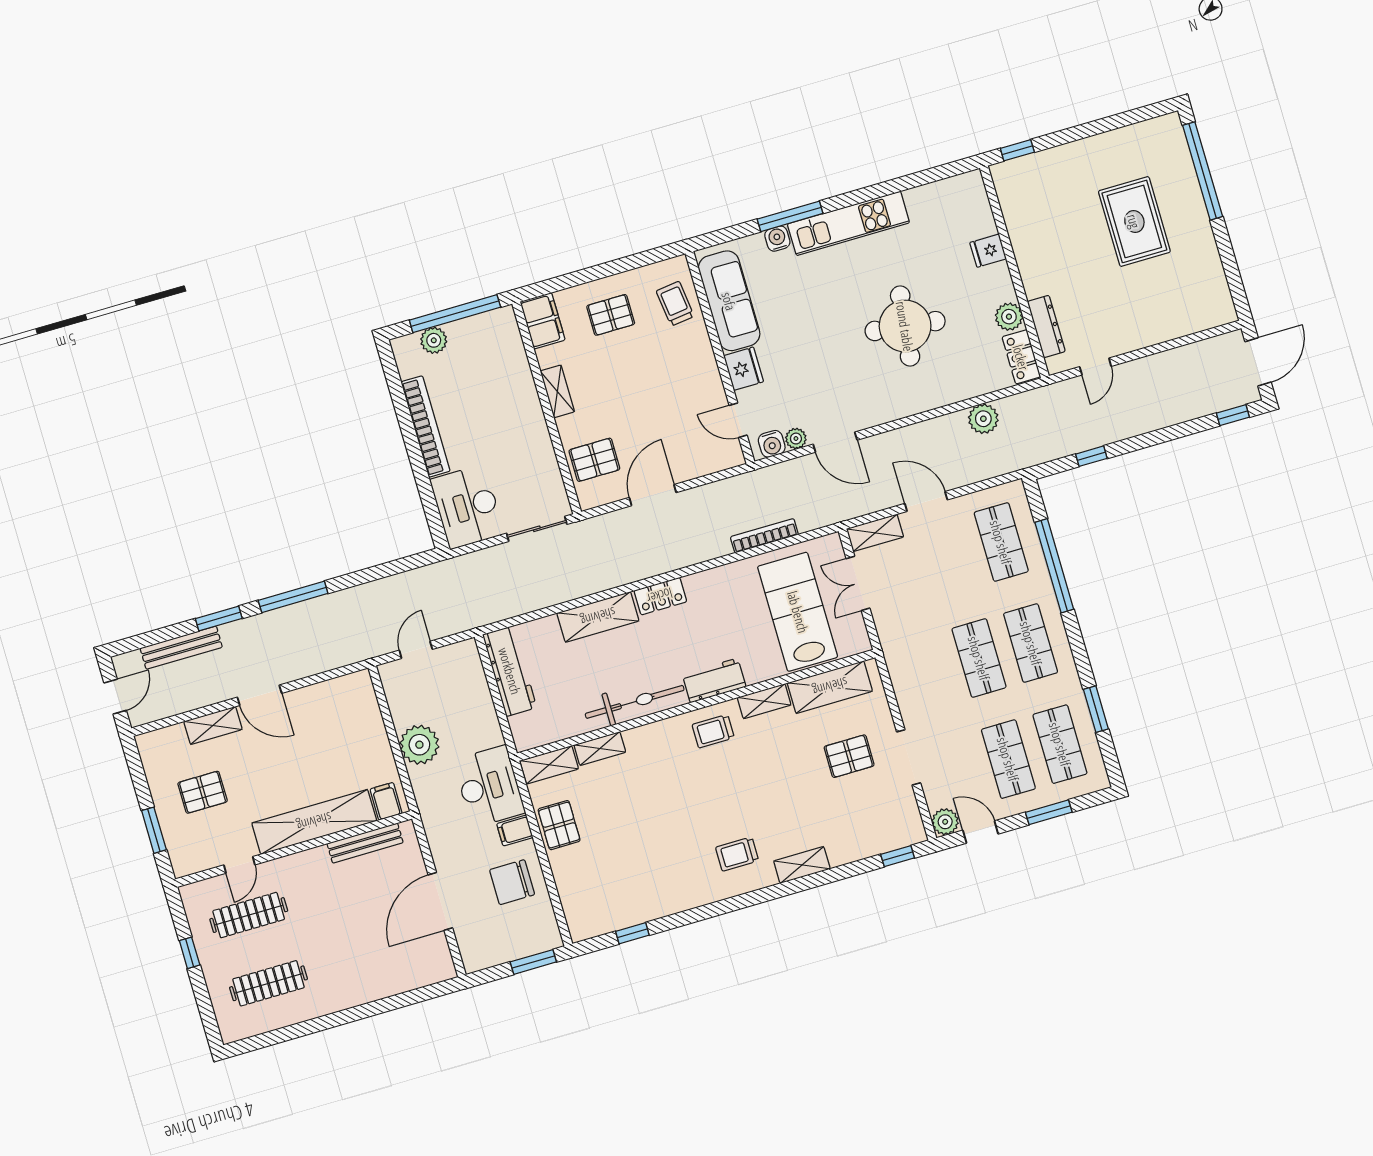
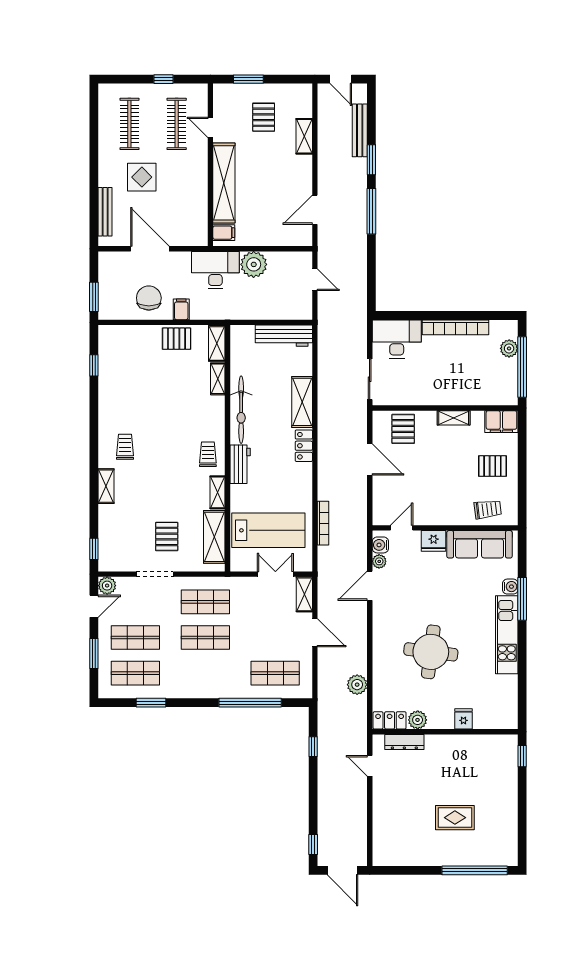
rug: (1134, 221) -> (455, 818), width x0.73, depth x0.70
pallet: (611, 315) -> (492, 466), turned 90
door: (926, 502) -> (315, 633), hinge flipped
shop shelf: (1031, 643) -> (205, 602), moved
door: (259, 695) -> (315, 210), moved
desk: (489, 786) -> (215, 270), moved, turned 180
bench: (365, 843) -> (105, 212), moved
display table: (340, 943) -> (142, 177), added

